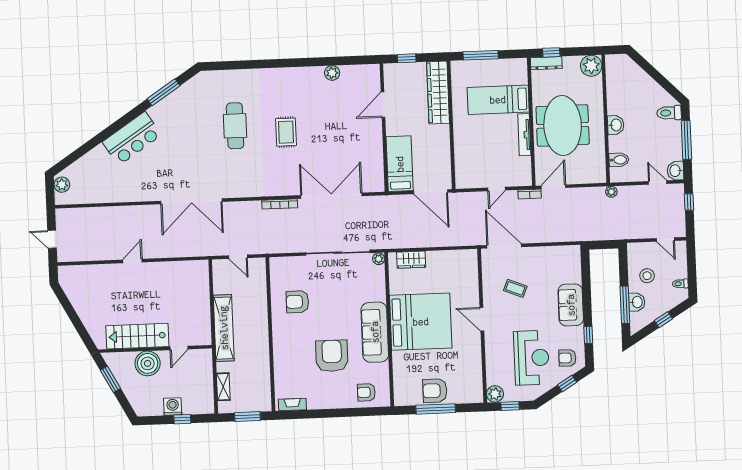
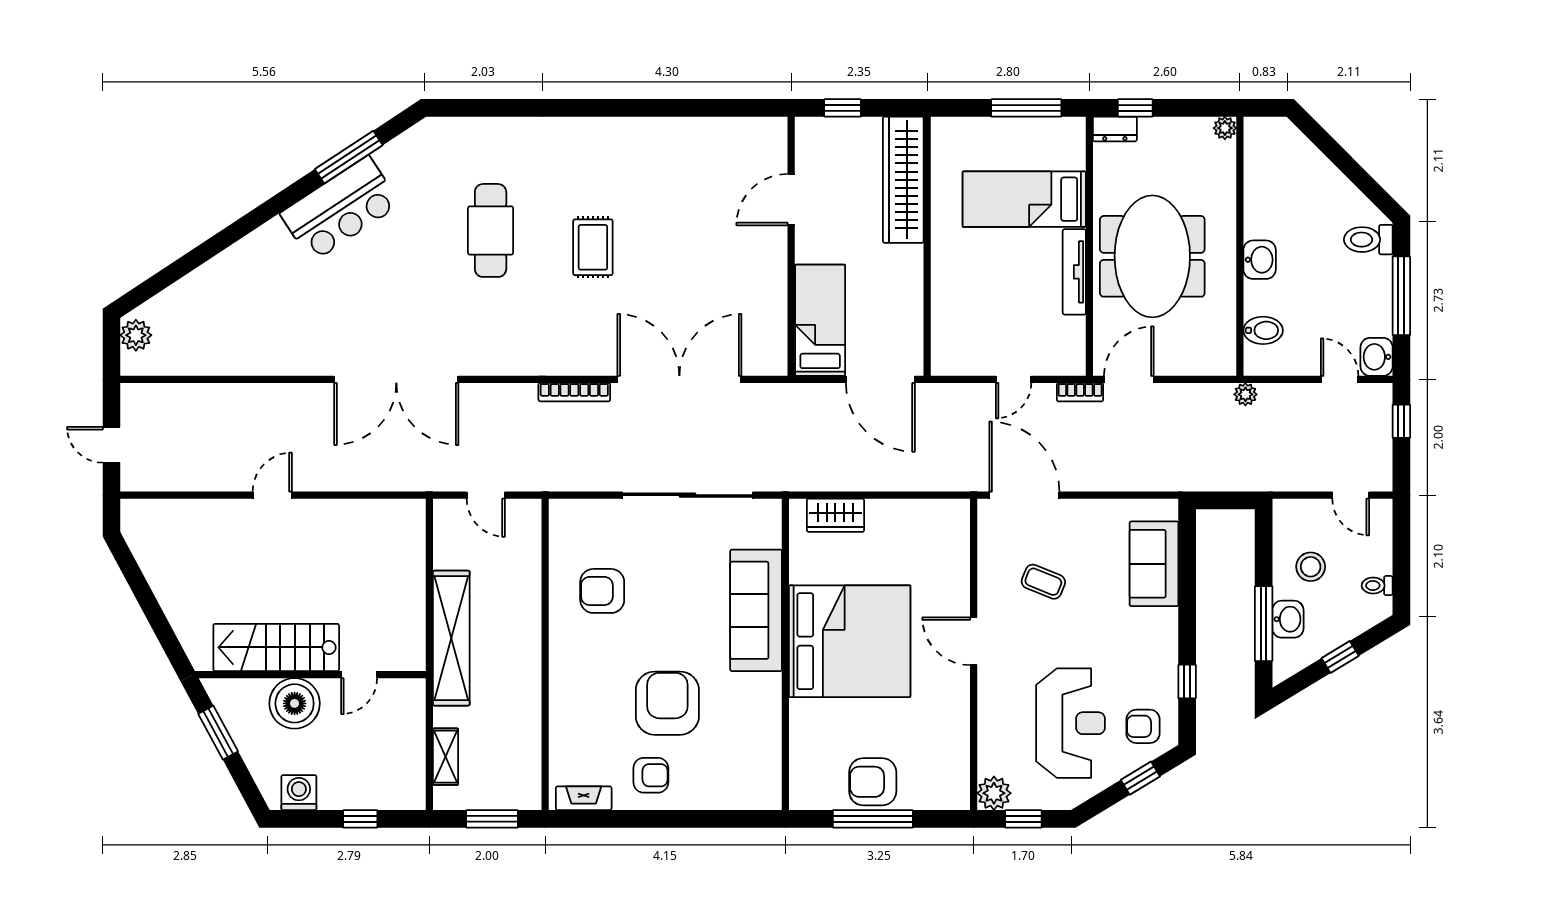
window: (481, 55) -> (1026, 108), moved
dresser: (546, 63) -> (1115, 129), width x0.70
plant: (591, 66) -> (1225, 128), width x0.53, depth x0.53
plant: (332, 73) -> (691, 132), removed
bar counter: (132, 138) -> (340, 209), moved
plant: (379, 259) -> (770, 511), removed
sofa: (571, 305) -> (1154, 564), moved
sofa: (375, 332) -> (756, 610), moved
armchair: (366, 392) -> (651, 775), moved, turned 180
washing machine: (173, 407) -> (299, 793), moved

